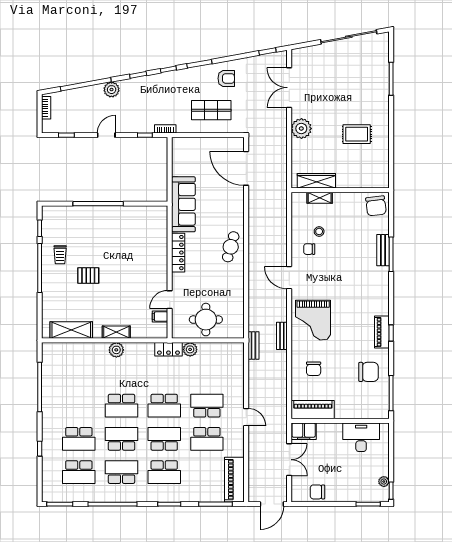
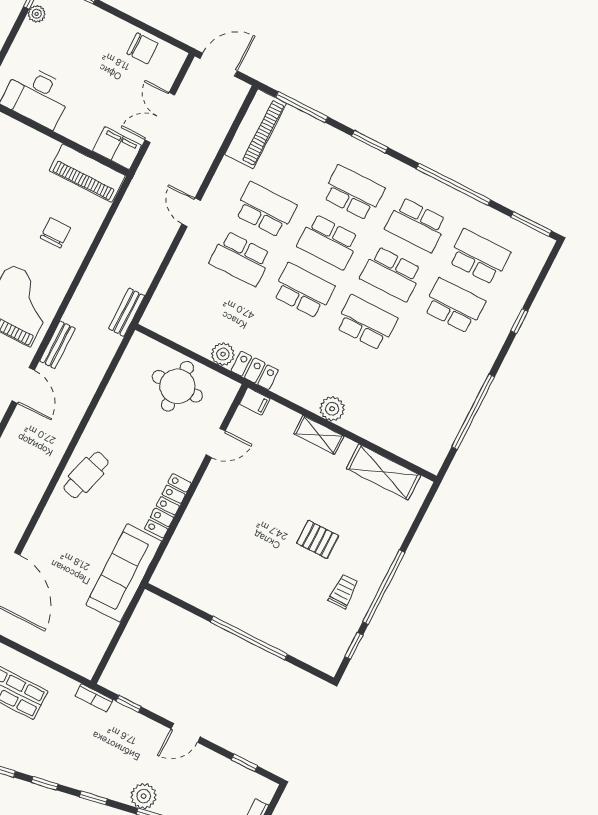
filing cabinet: (160, 317) -> (255, 401), moved
bench: (282, 336) -> (57, 345), moved

